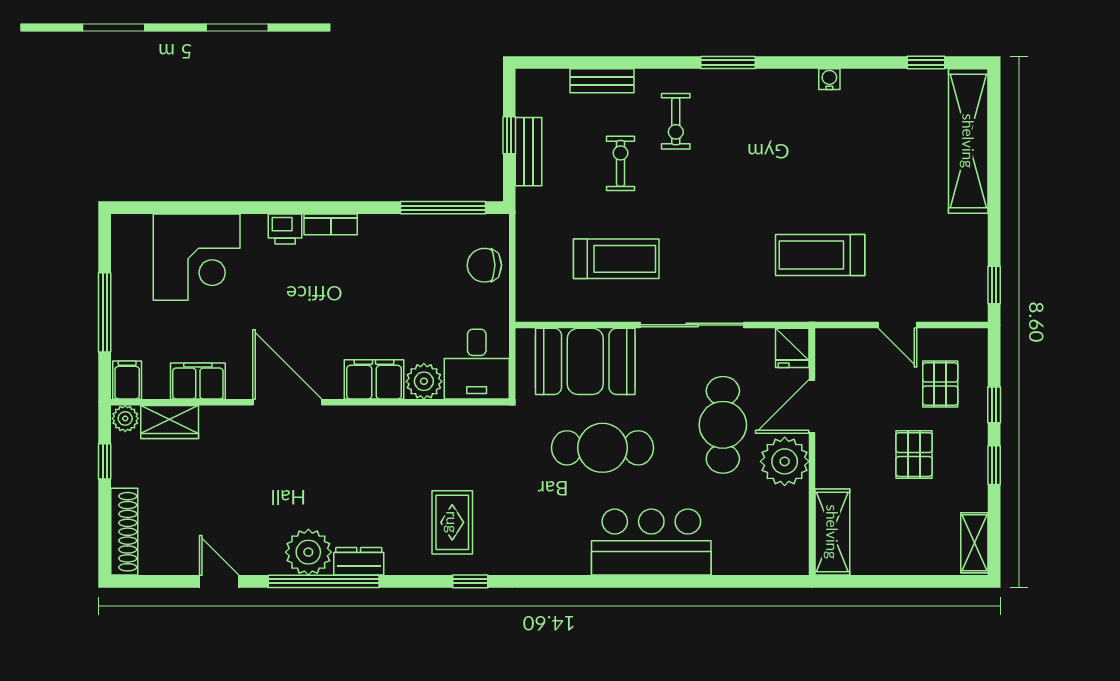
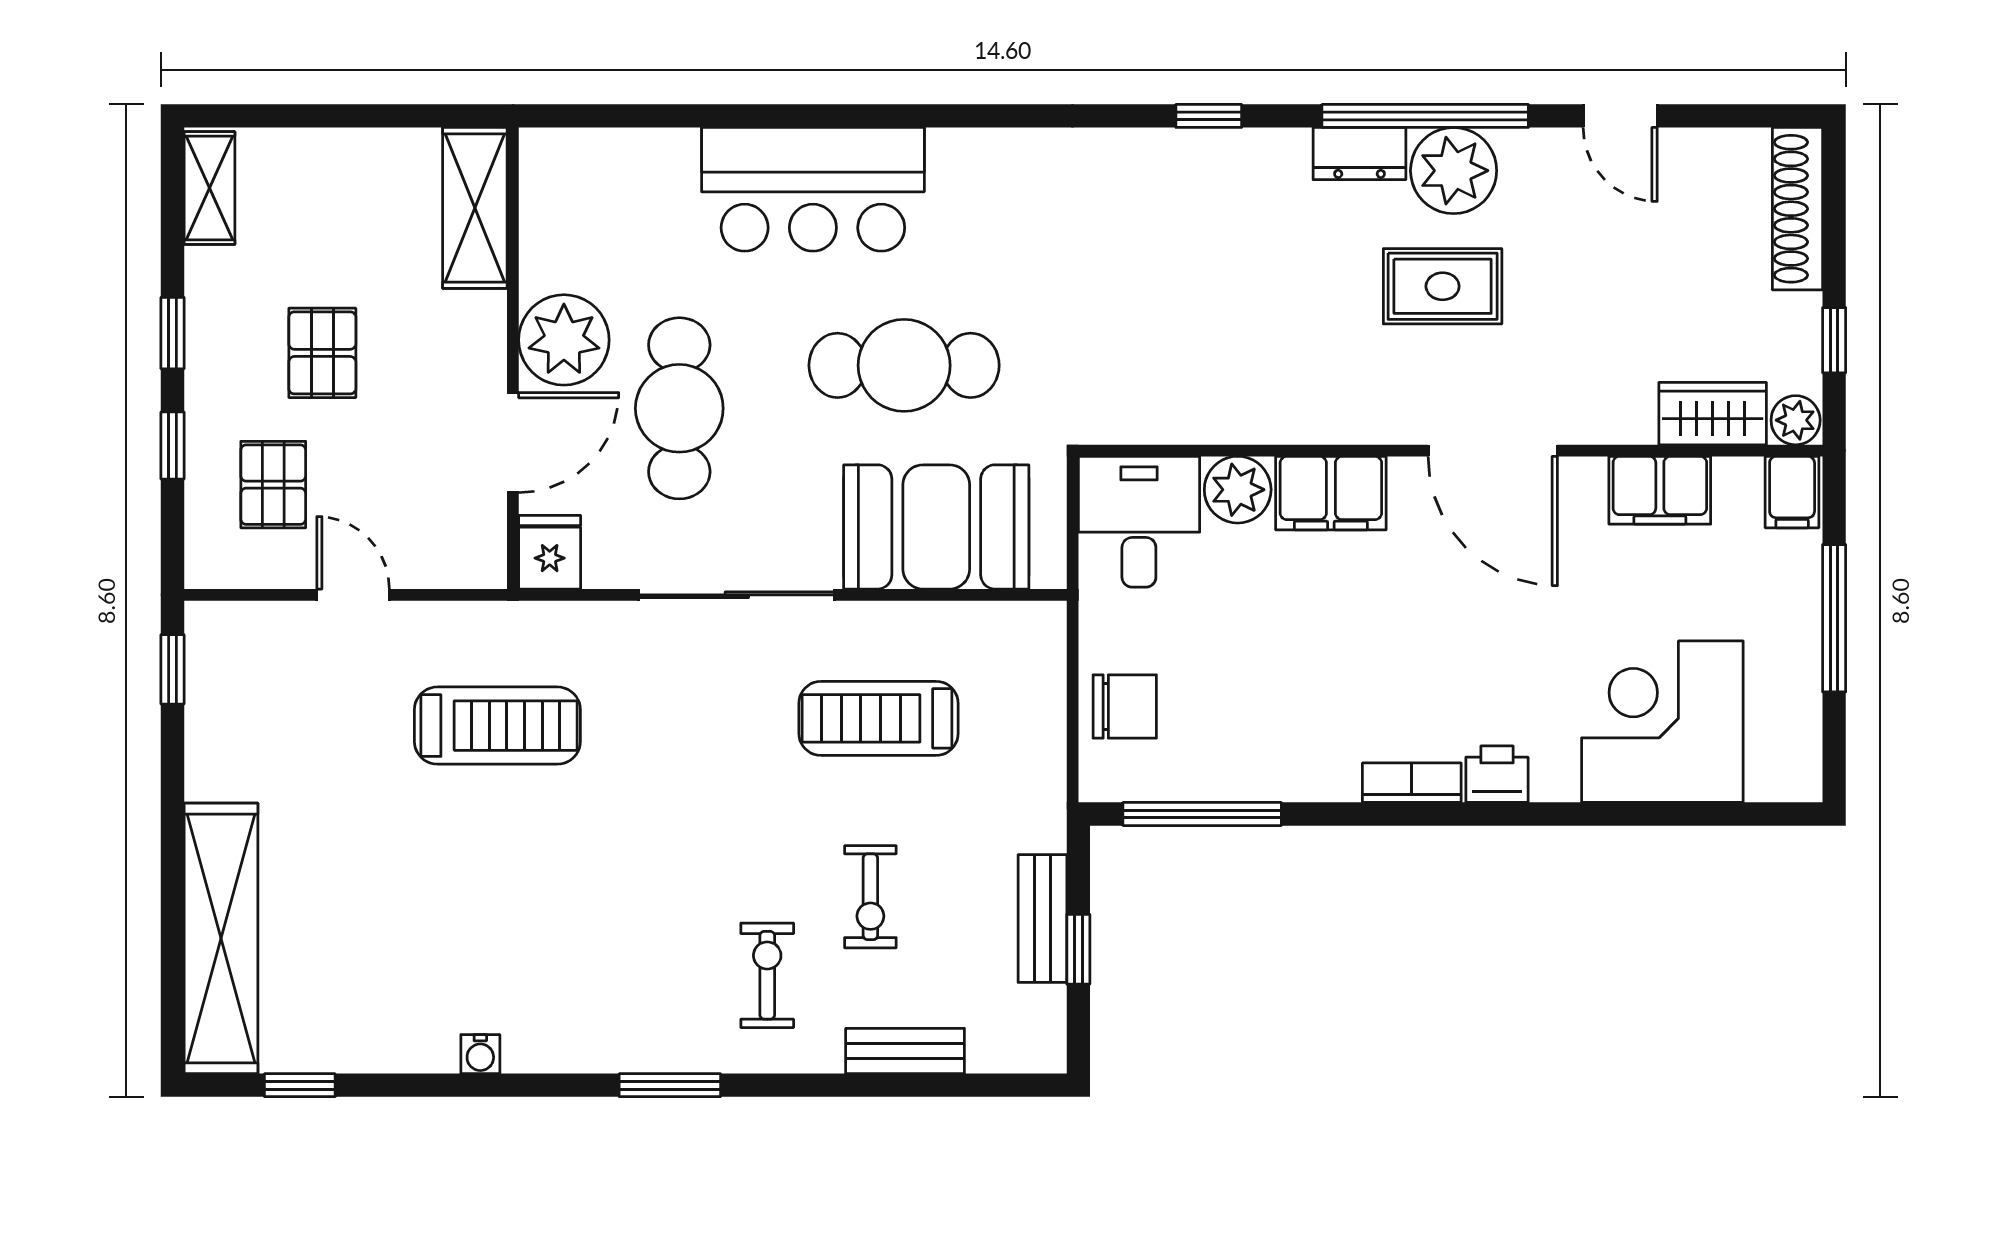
rug: (452, 522) -> (1443, 286), moved, turned 90
window: (470, 581) -> (1209, 116), moved

